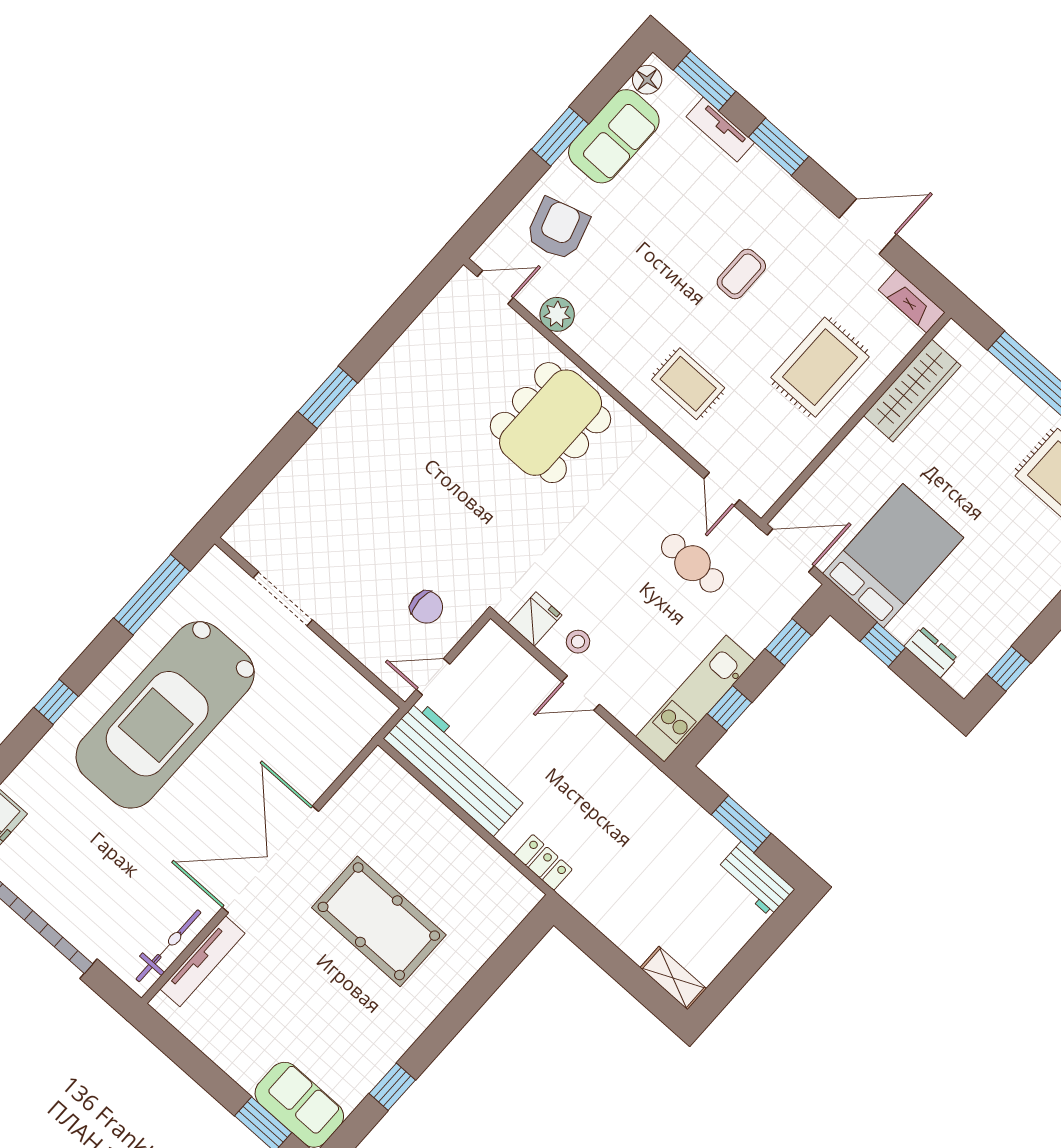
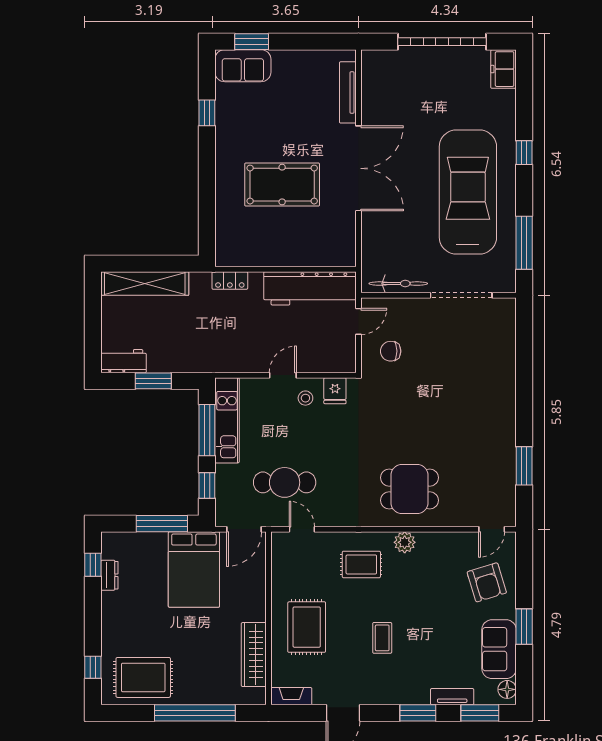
plant: (557, 314) -> (405, 542), moved
window: (328, 397) -> (524, 466), moved
dining table: (551, 423) -> (409, 489), width x0.73
cafe table: (692, 563) -> (285, 482), width x1.37, depth x1.35
doorway: (283, 599) -> (461, 295), width x1.36
window: (883, 645) -> (162, 524), width x2.17
dresser: (931, 652) -> (109, 575), moved, turned -90
window: (730, 708) -> (207, 430), width x2.17
bicycle: (168, 946) -> (398, 284), moved, turned -90
shelving: (673, 978) -> (145, 284), width x2.20, depth x1.33

